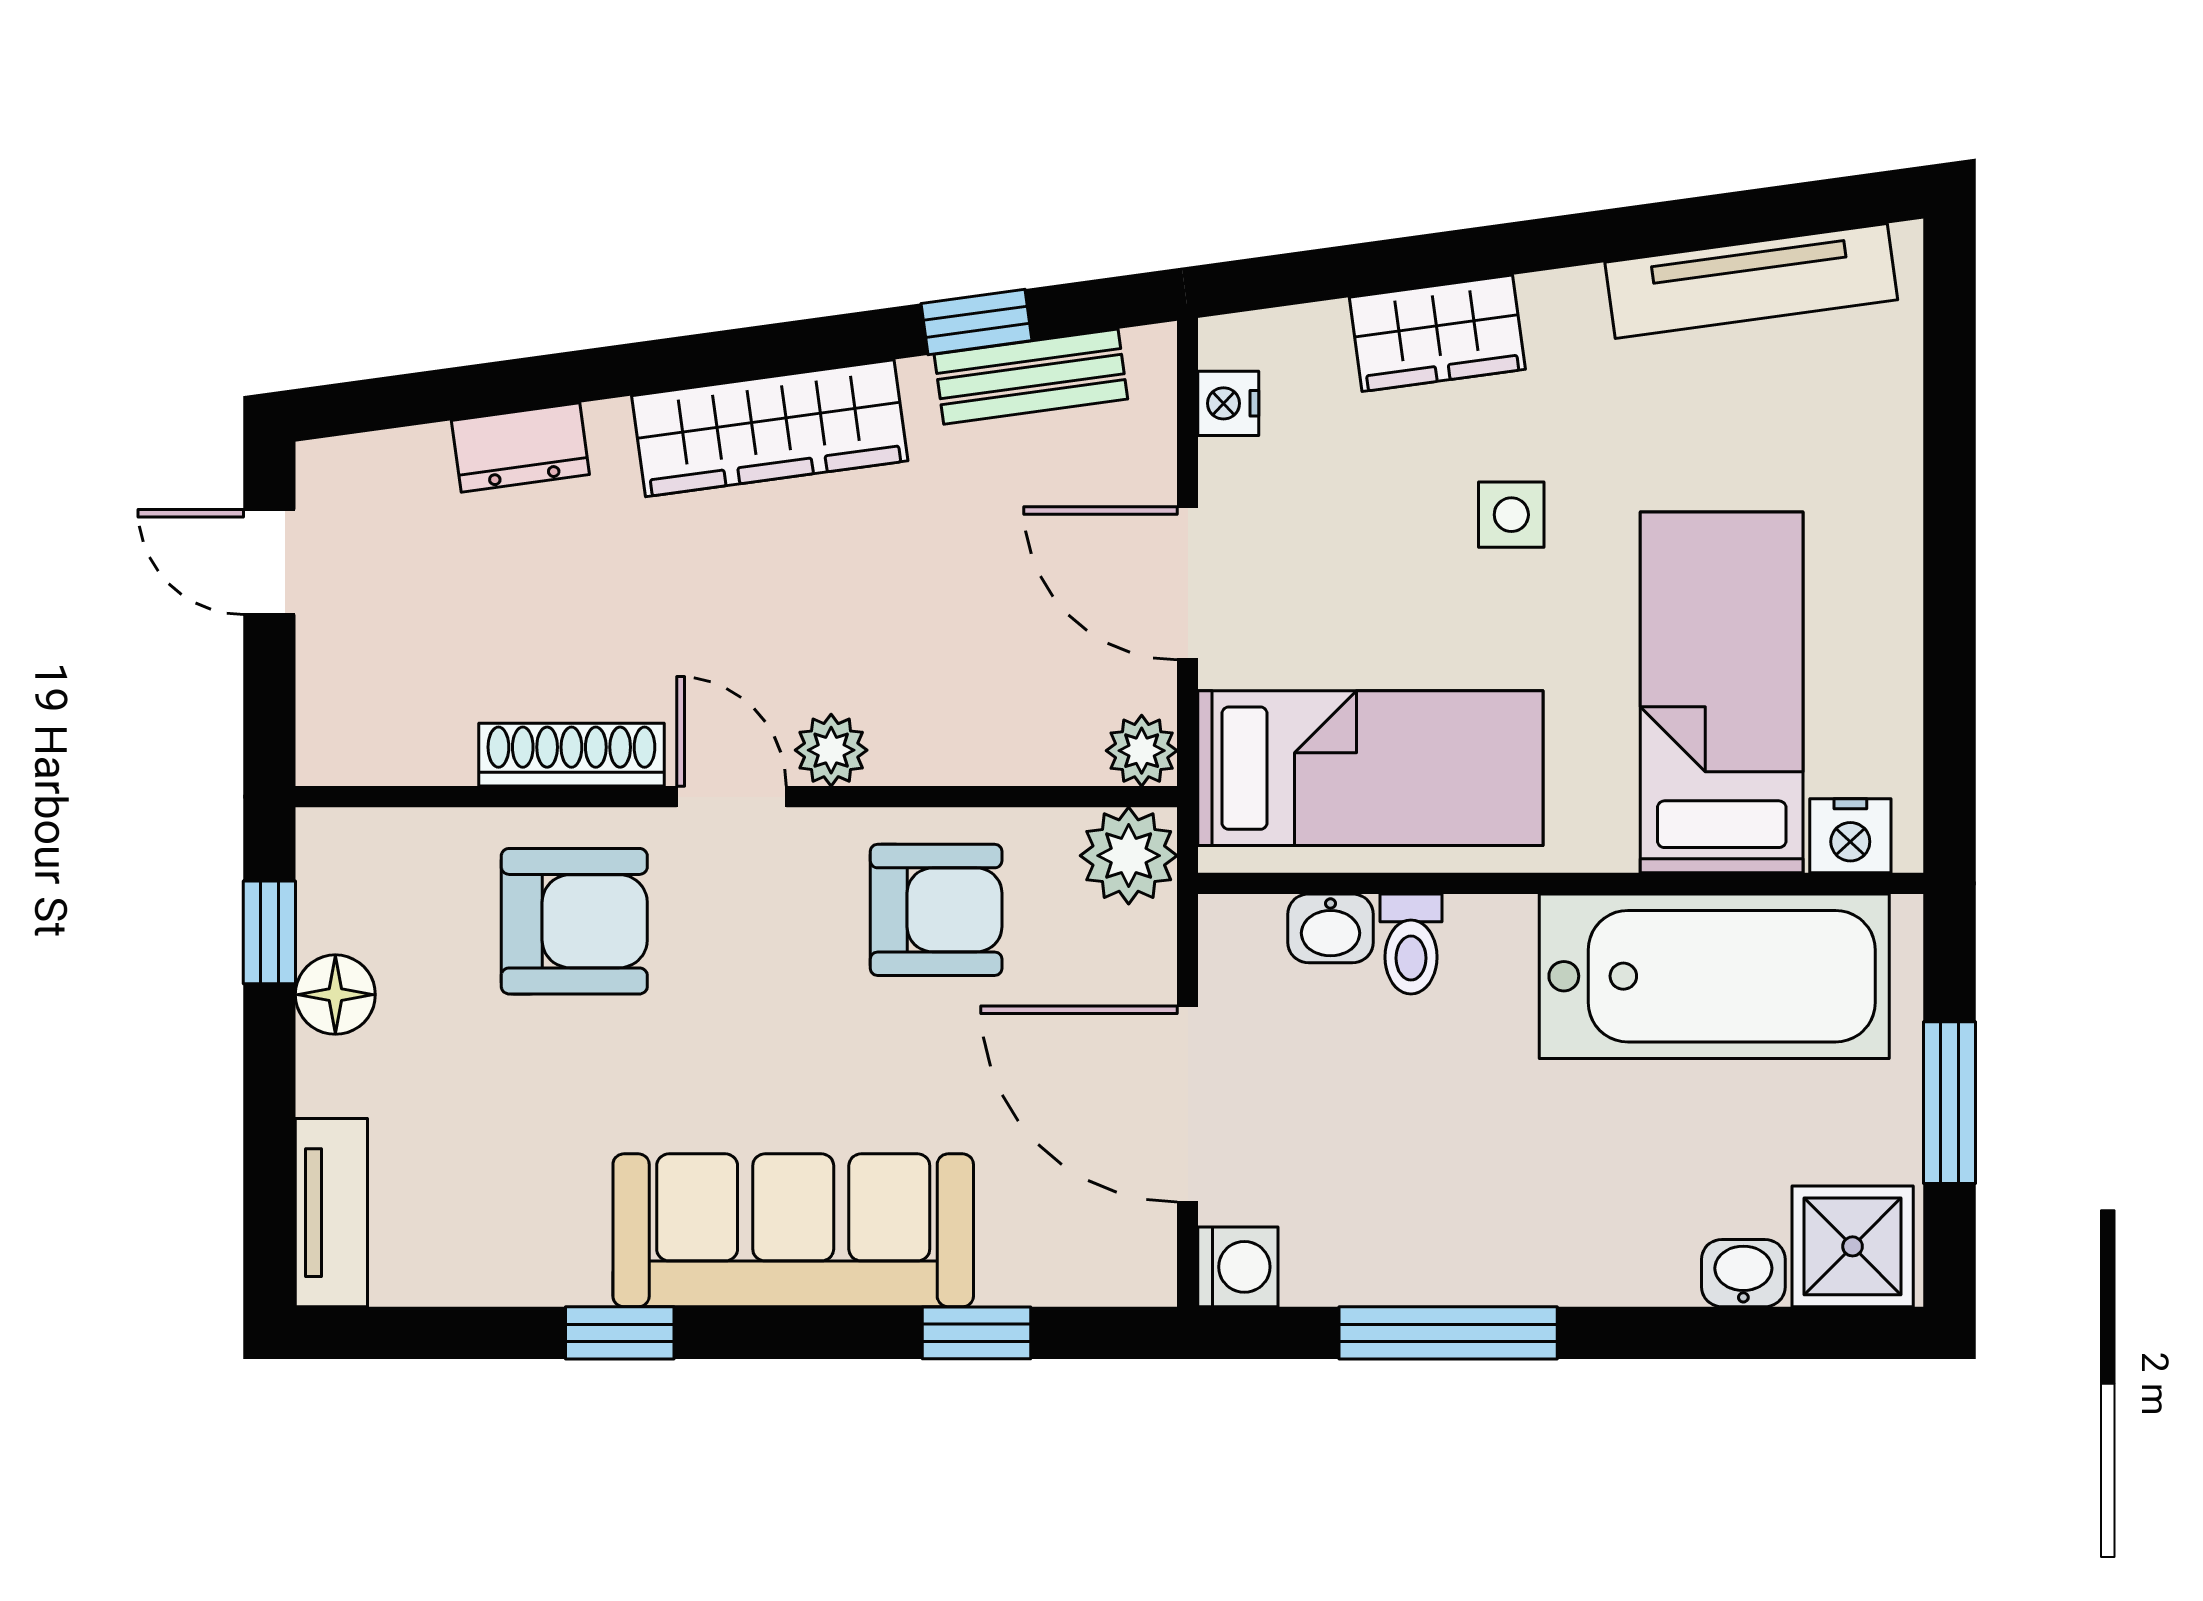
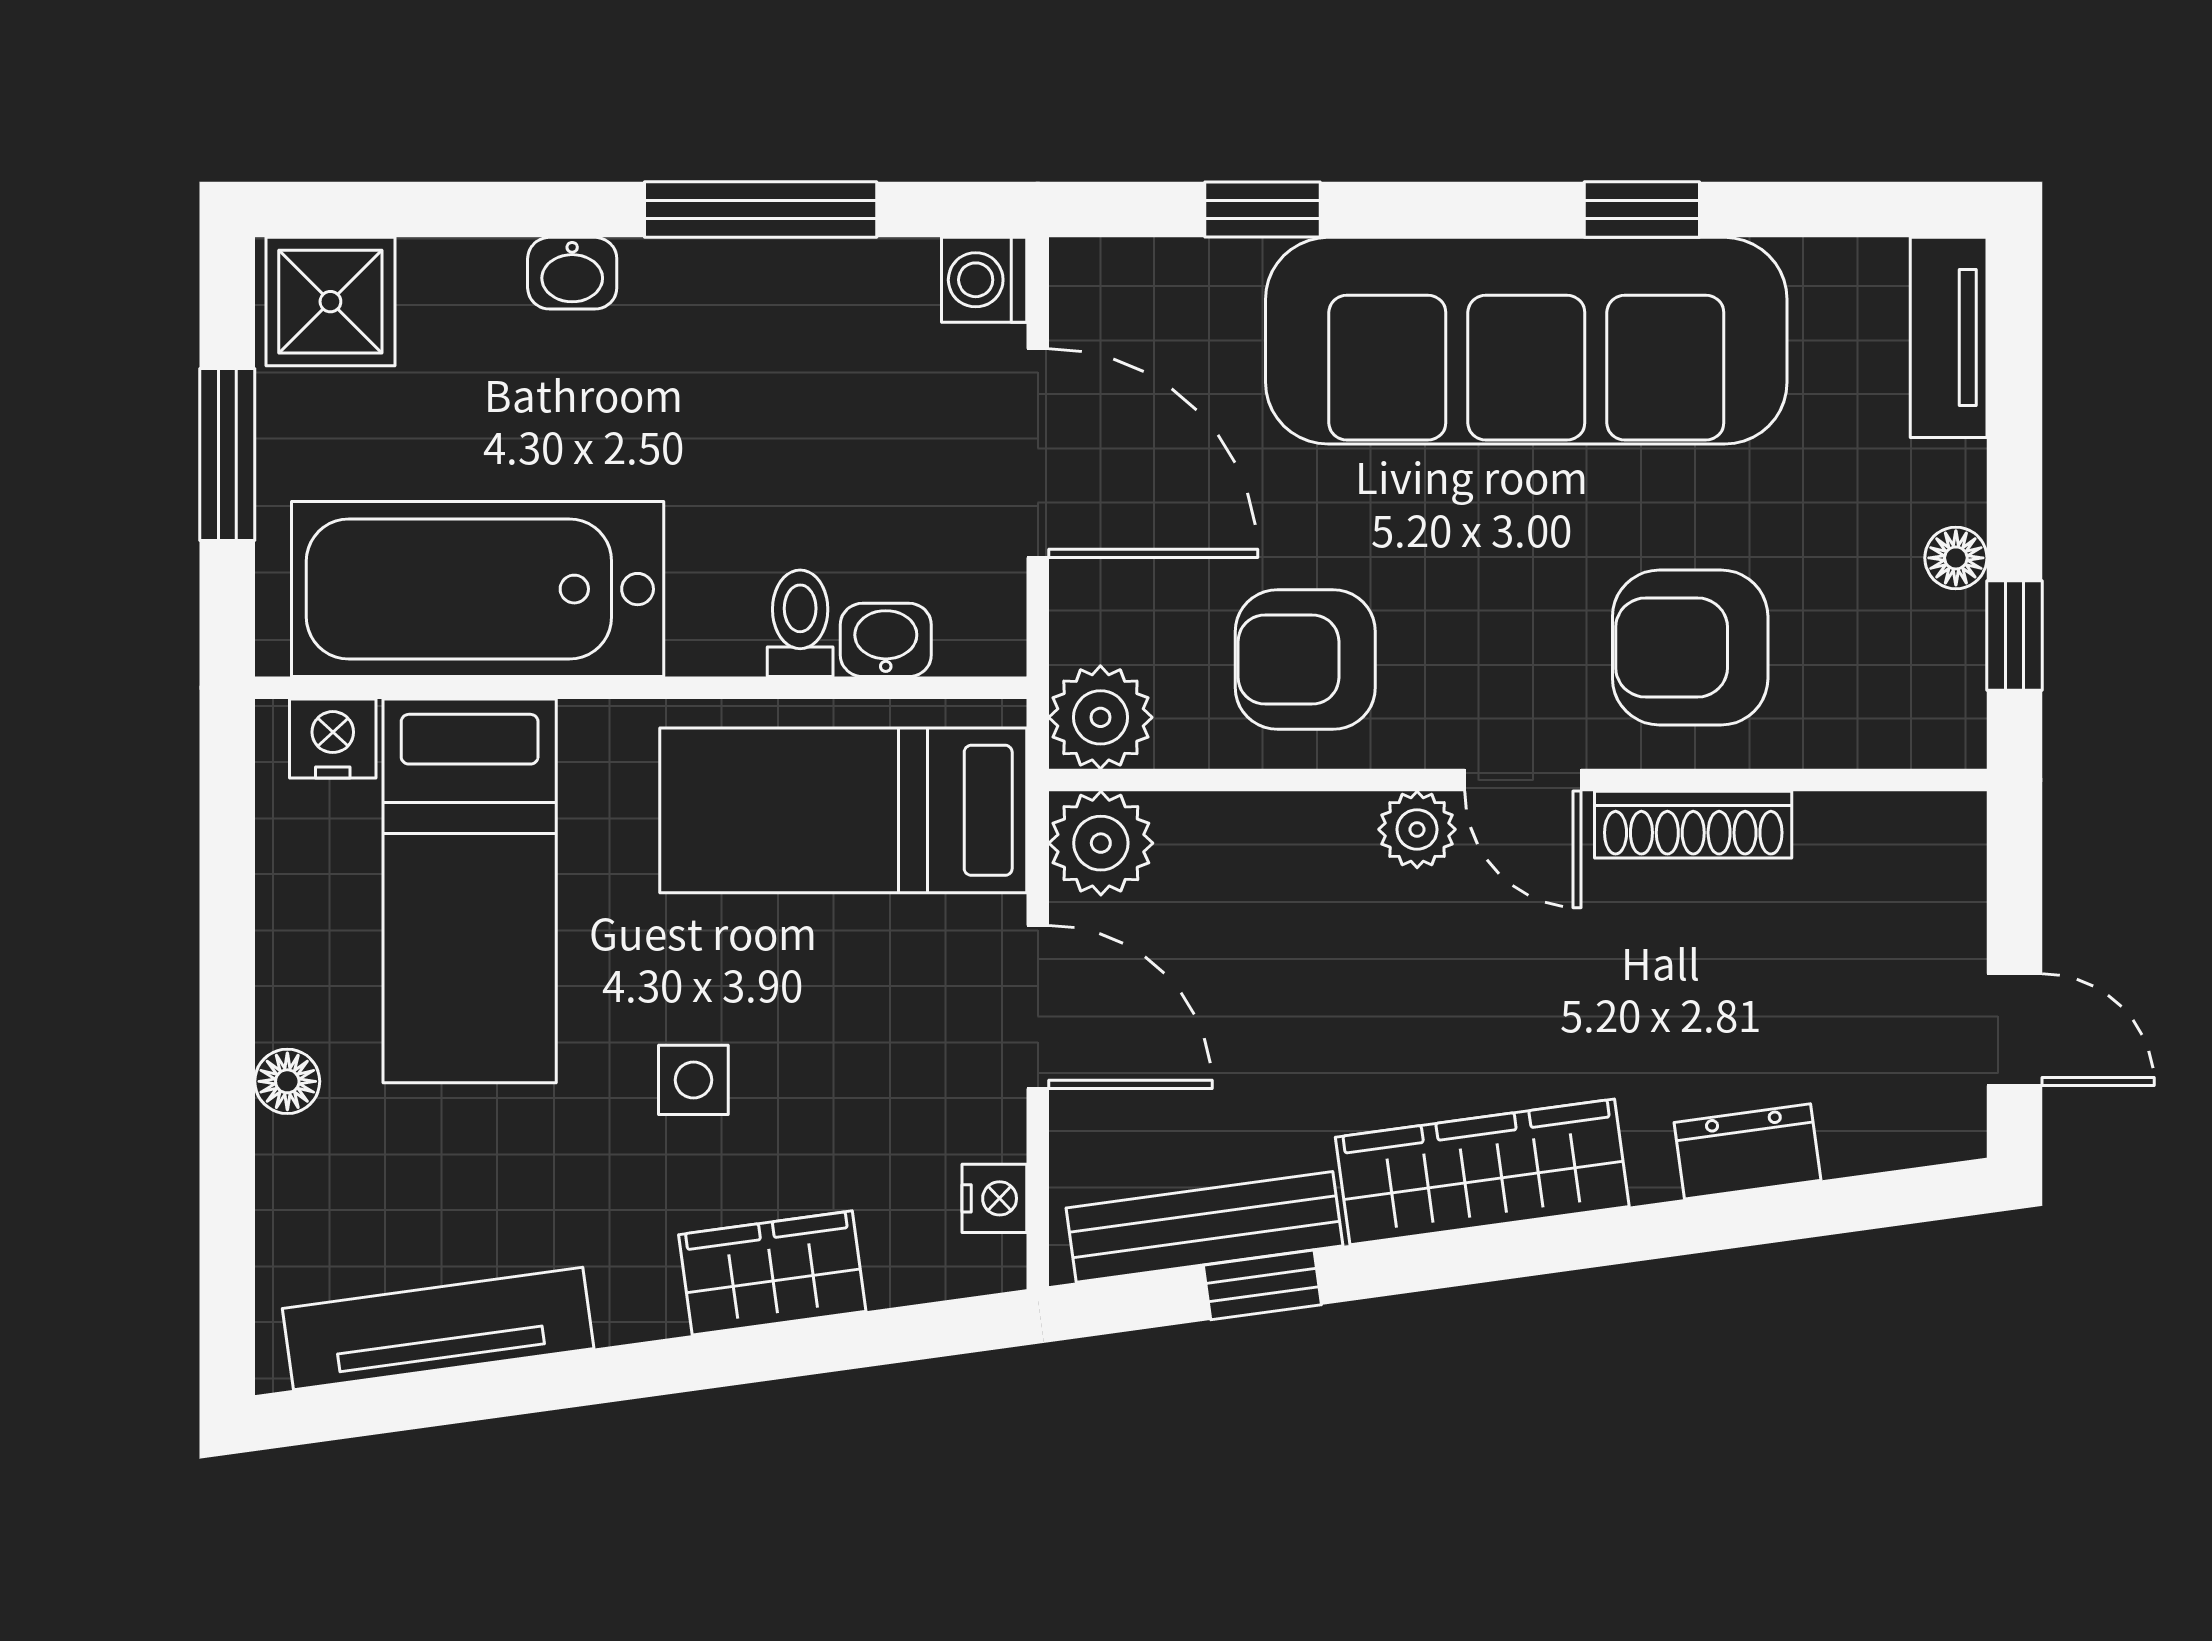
bench: (1031, 377) -> (1204, 1227), width x1.36
floor lamp: (1893, 513) -> (287, 1081), added
plant: (1142, 751) -> (1101, 843), width x1.38, depth x1.38
floor lamp: (335, 995) -> (1956, 558), width x0.73, depth x0.73
sofa: (793, 1230) -> (1526, 341), width x1.36, depth x1.27
washbasin: (1743, 1273) -> (572, 273), moved

